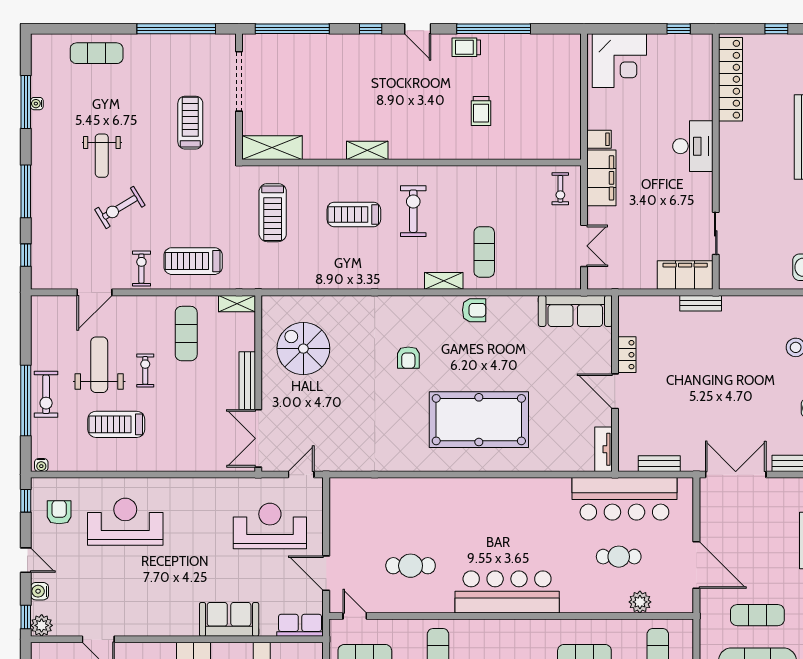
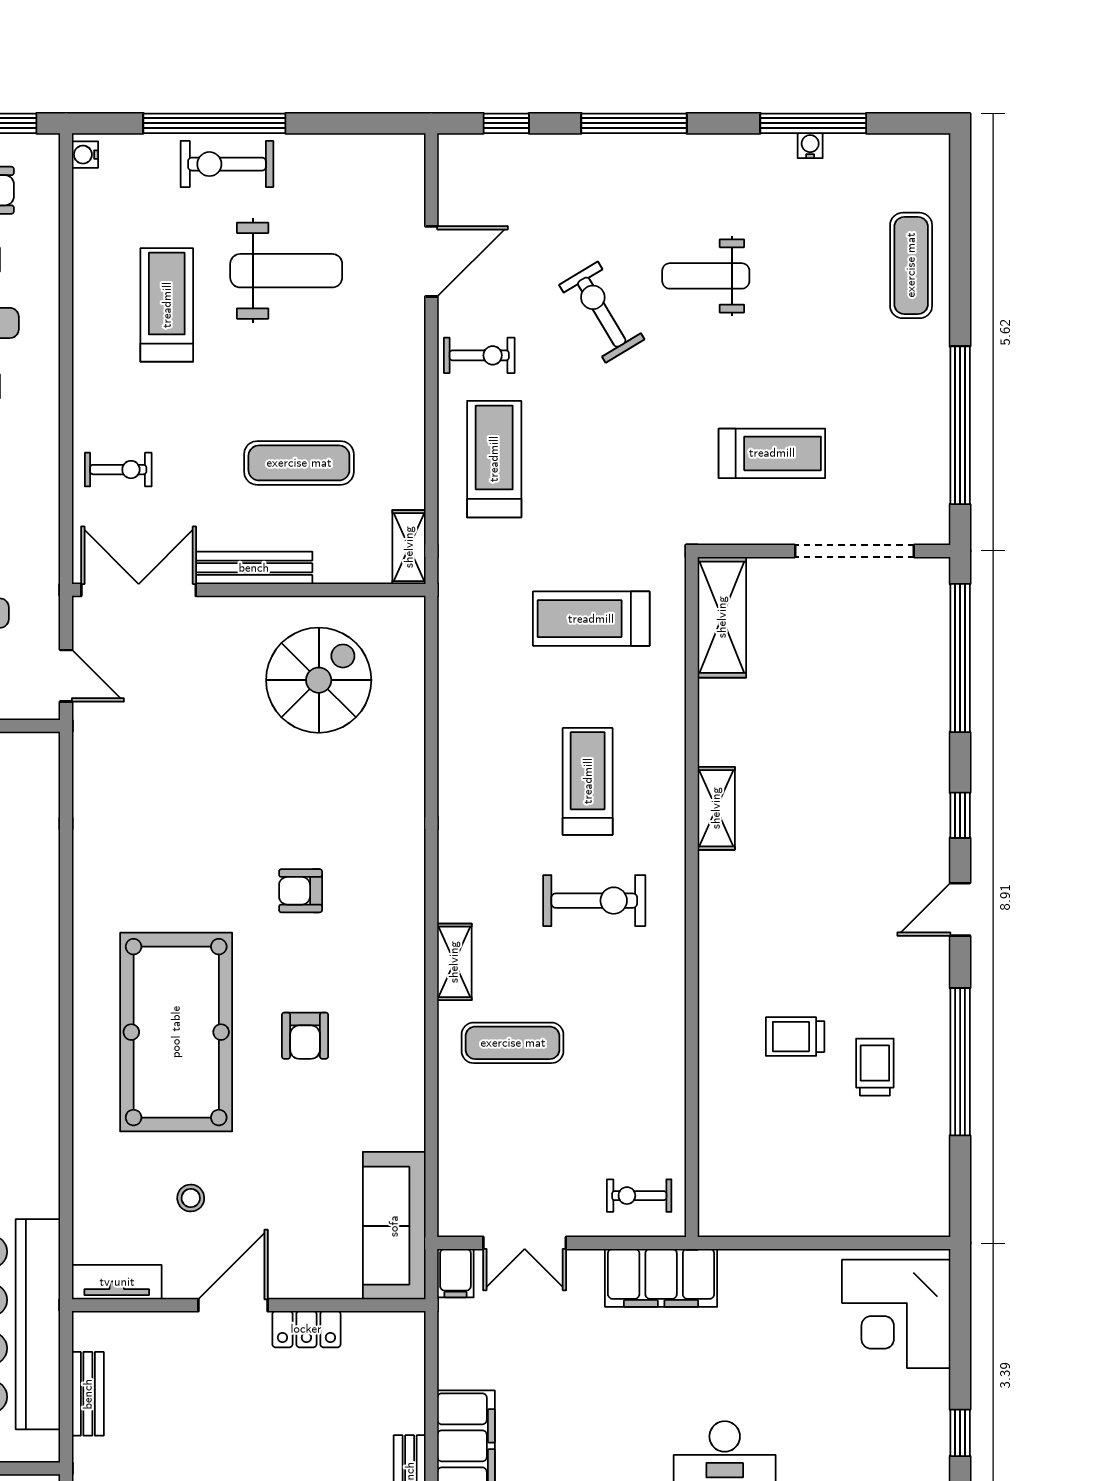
trolley: (466, 47) -> (875, 1067), moved
filing cabinet: (599, 139) -> (455, 1273), moved
door: (95, 292) -> (431, 261), swing flipped
armchair: (474, 310) -> (305, 1036), moved
exercise mat: (186, 334) -> (299, 463), moved
exercise bike: (145, 370) -> (118, 470), moved
stool: (562, 412) -> (191, 1198), added

